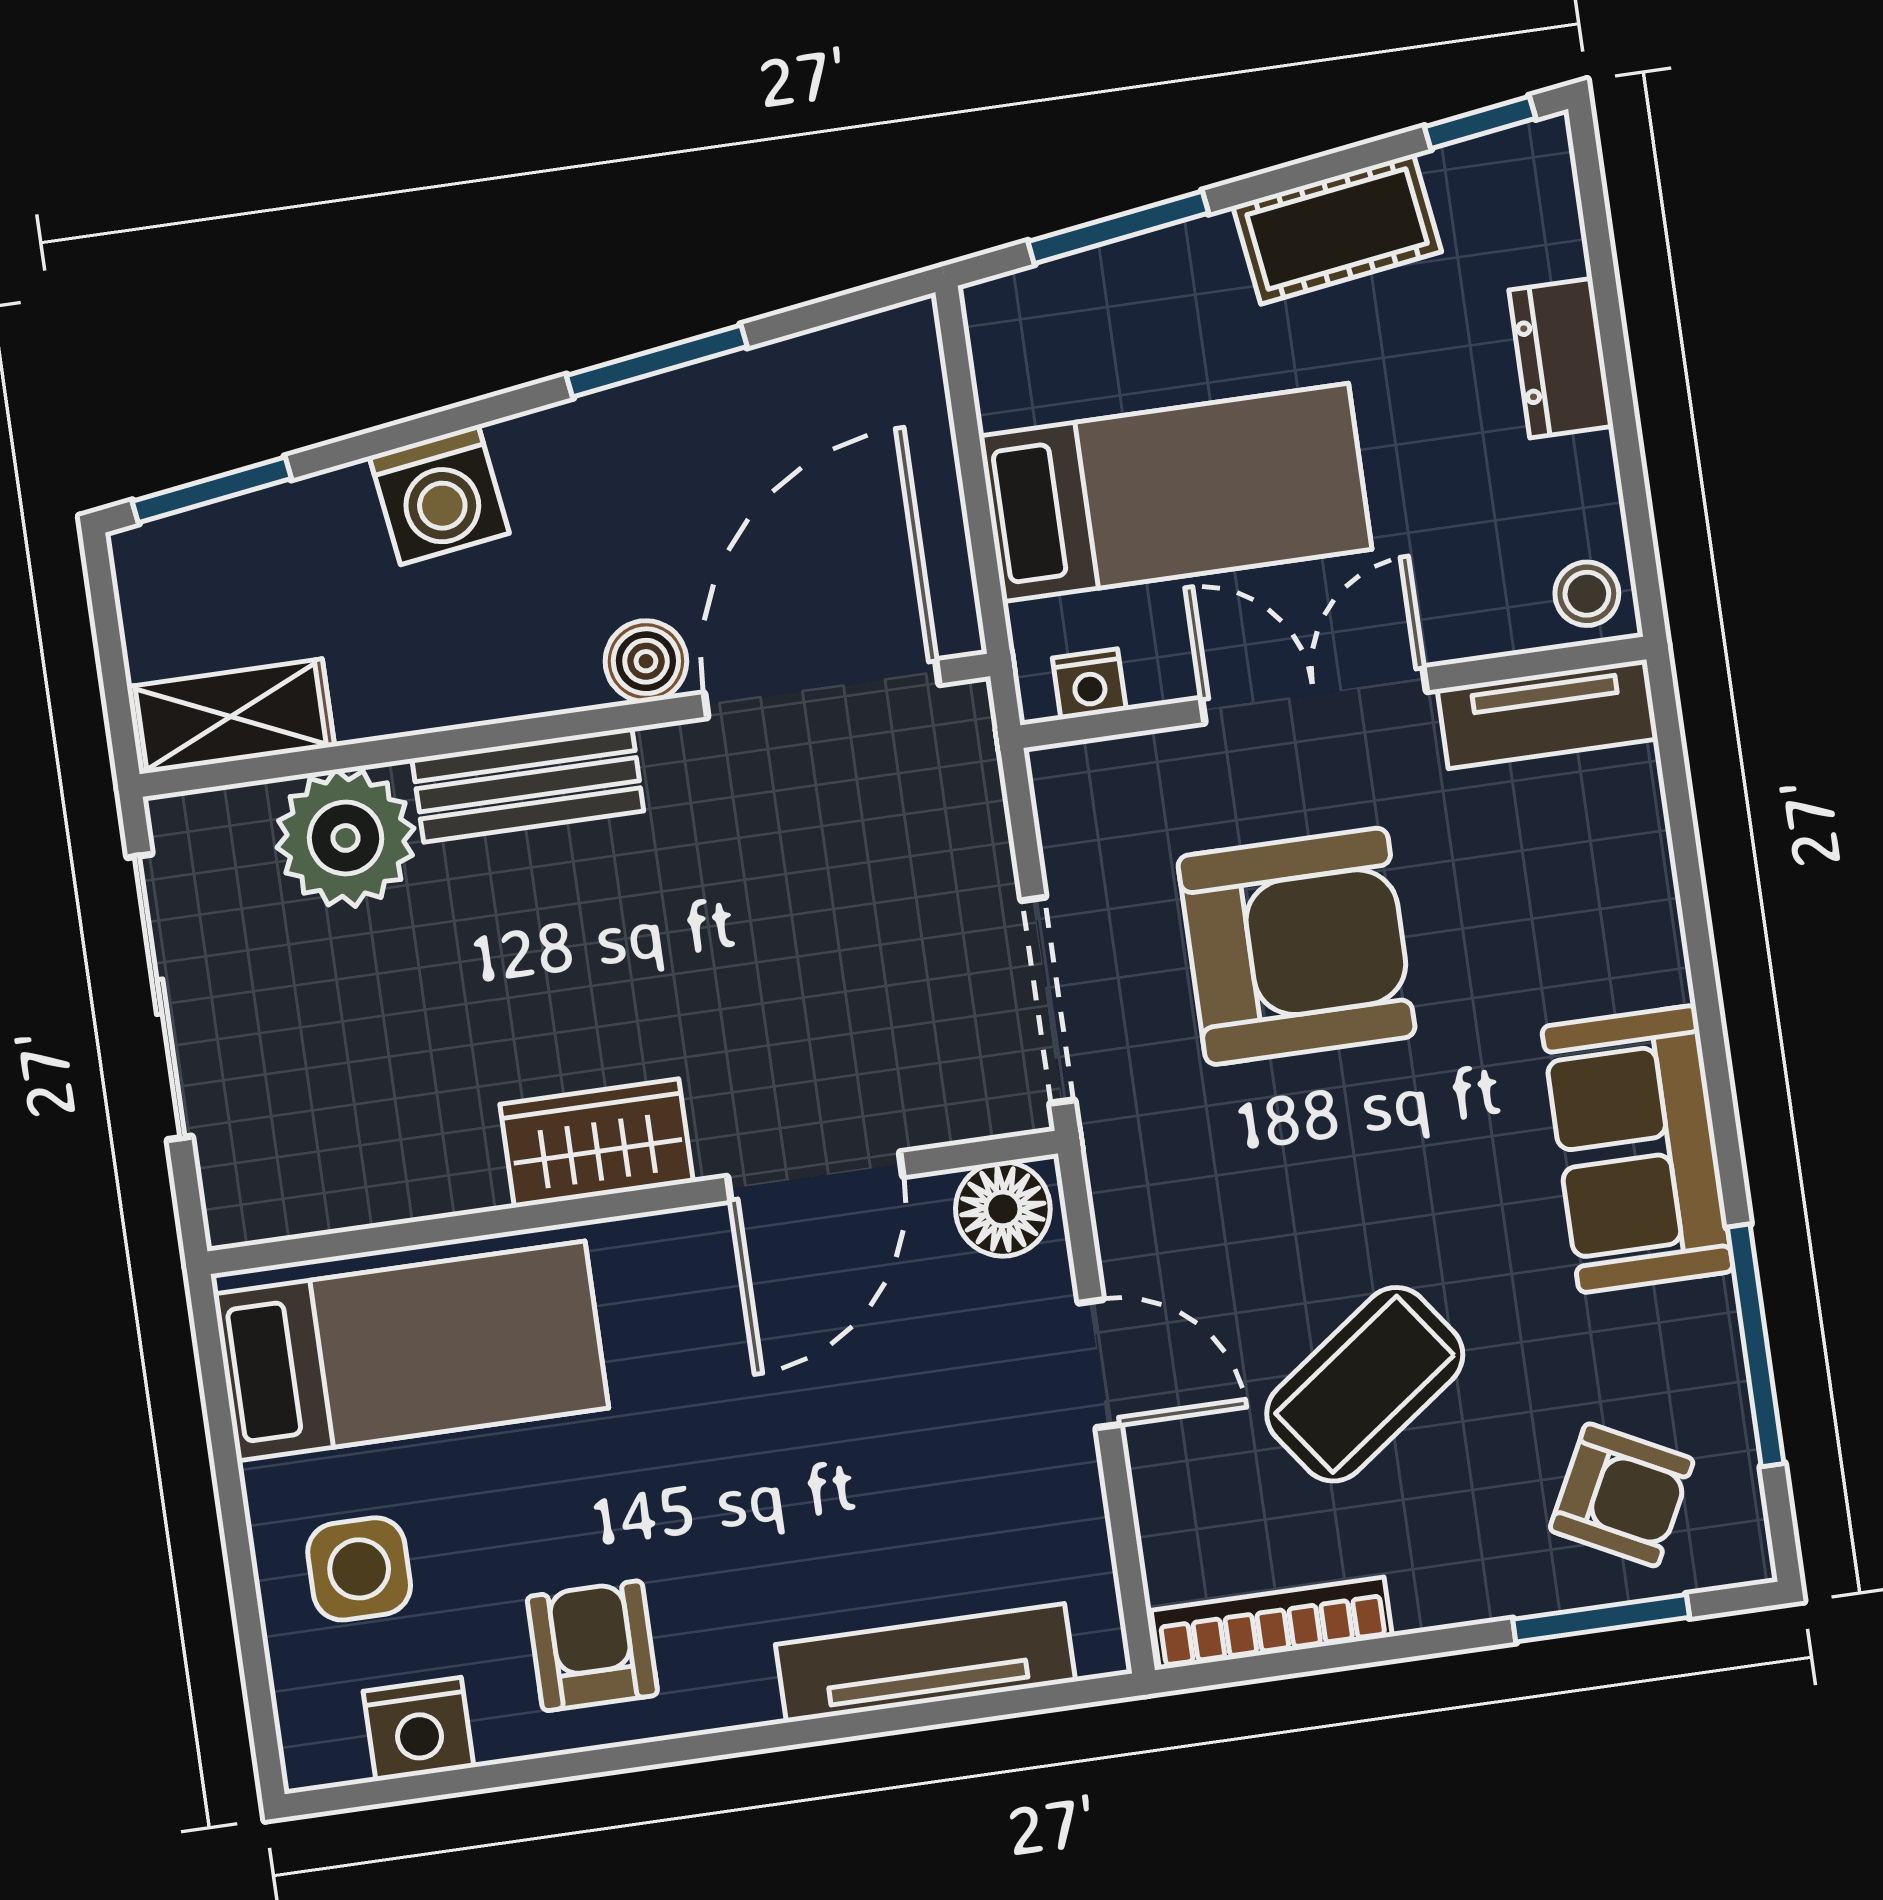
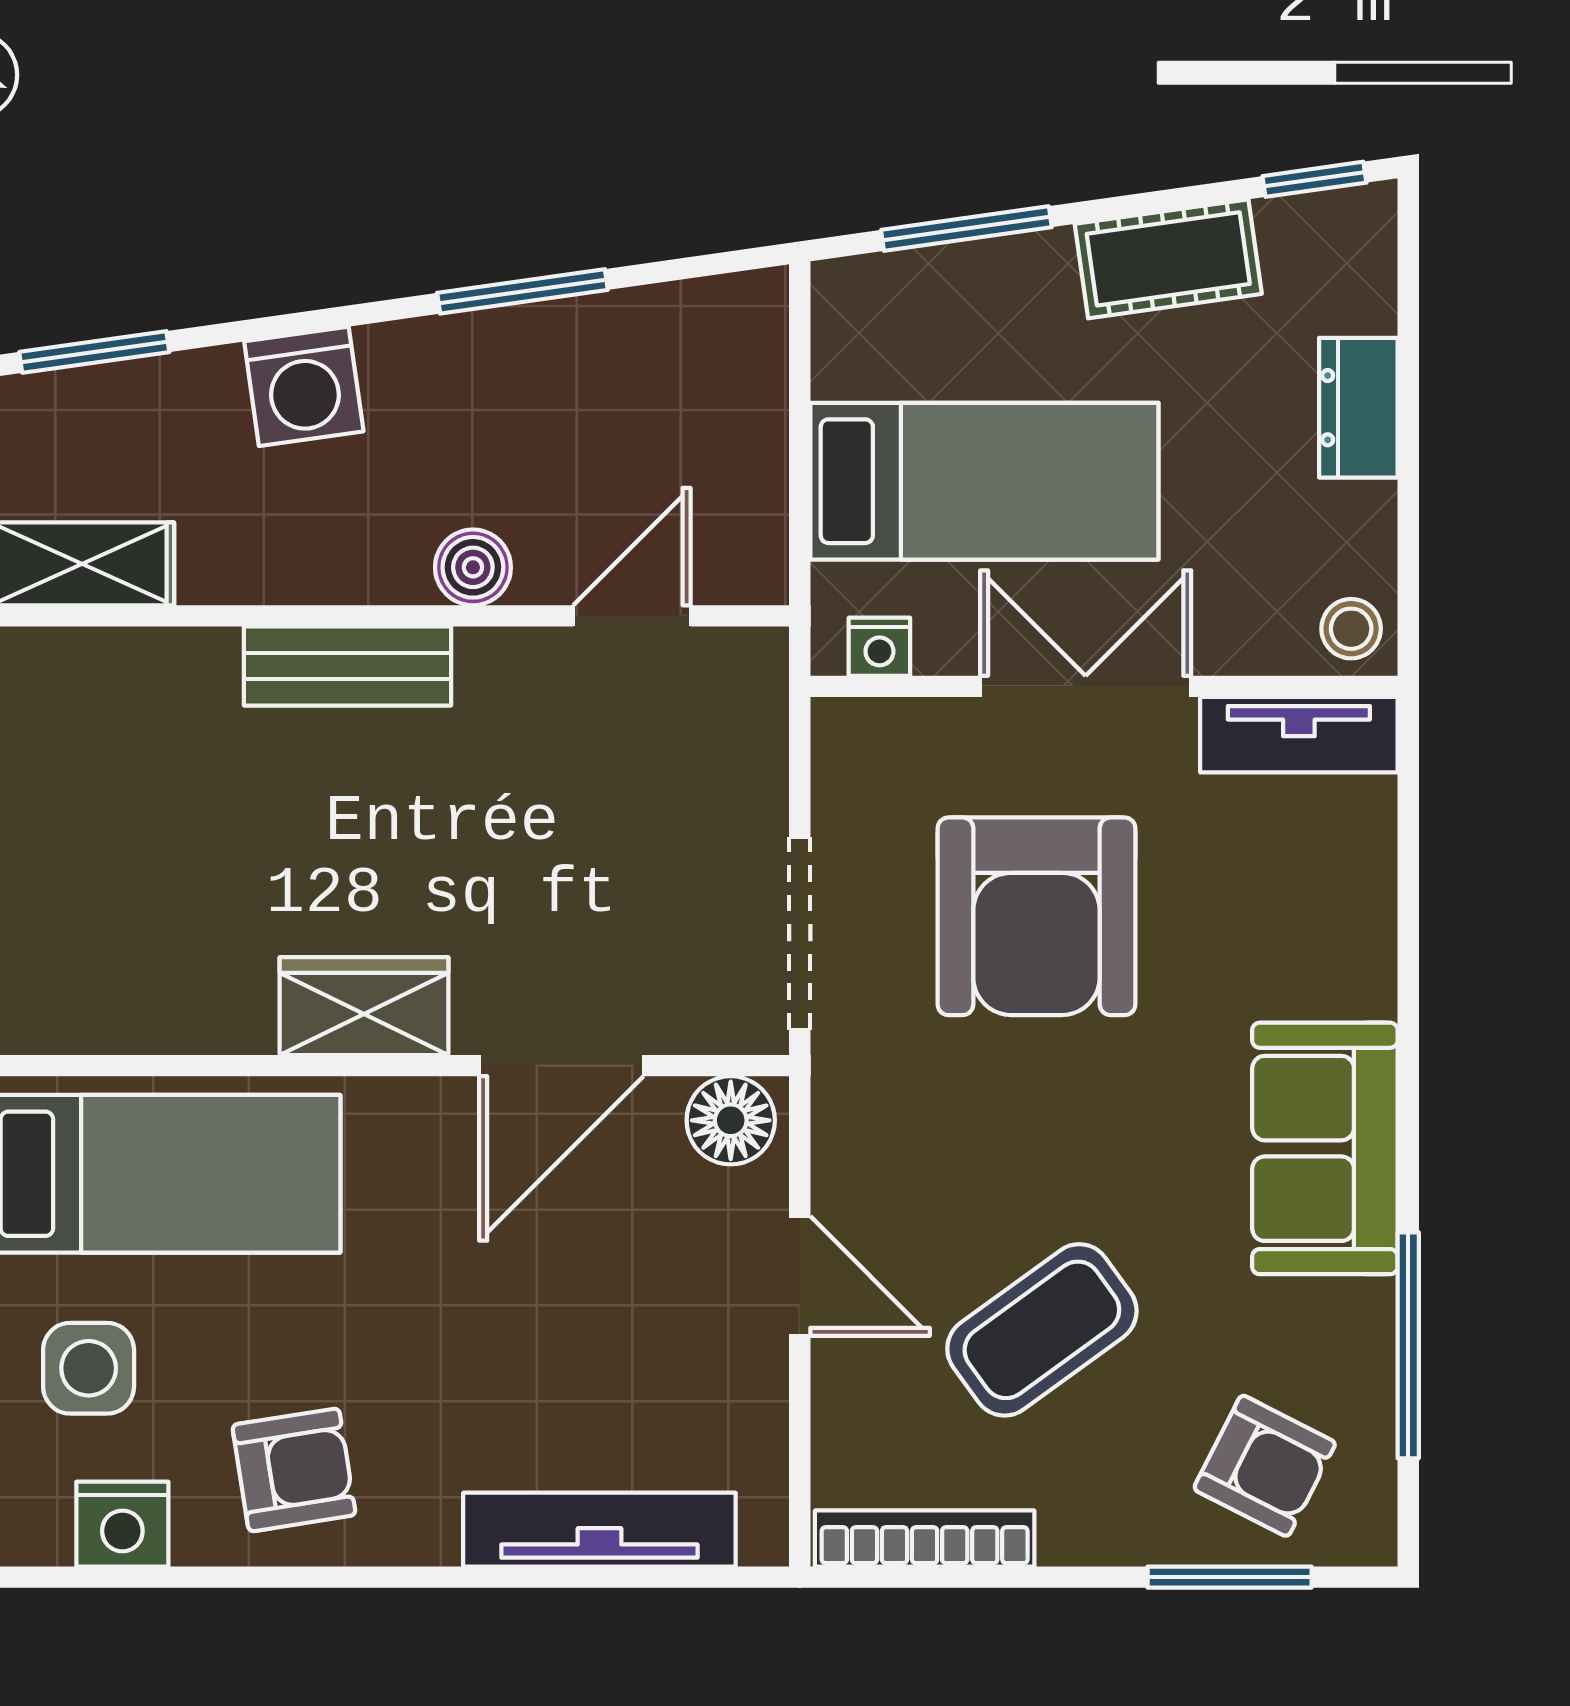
door: (822, 689) -> (632, 616), width x0.53
plant: (346, 838) -> (172, 691), removed
armchair: (1297, 946) -> (1036, 916), turned 90
armchair: (592, 1646) -> (294, 1470), turned 81

